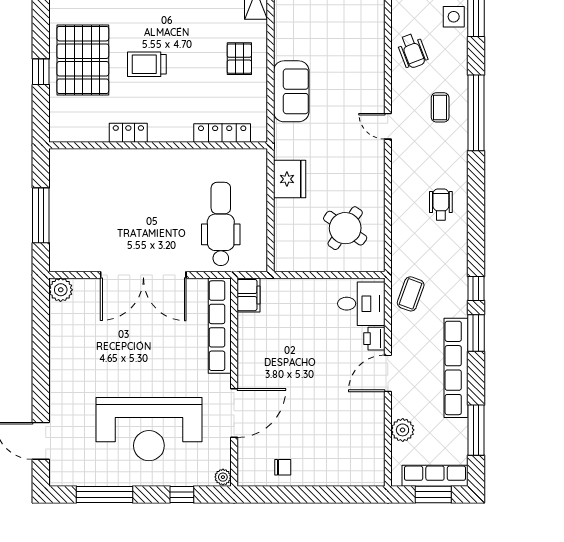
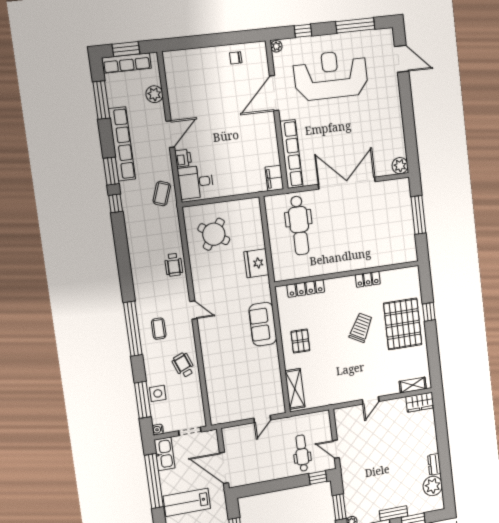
trolley: (147, 64) -> (361, 328), turned -62
wheelchair: (441, 205) -> (174, 265), moved

